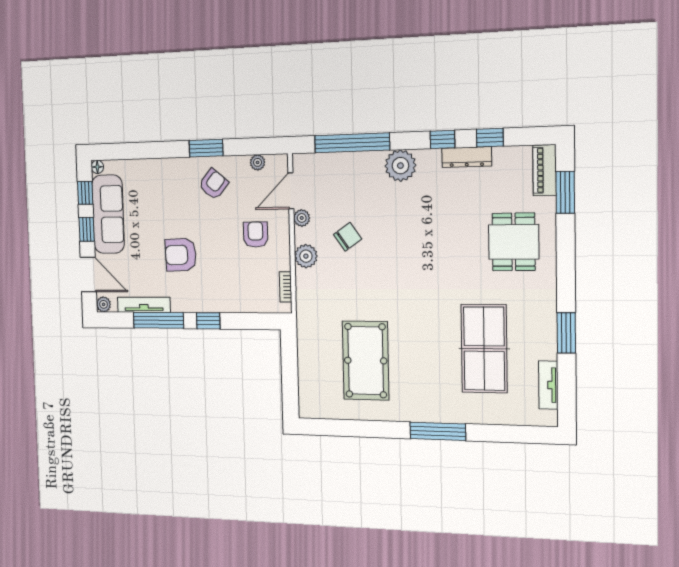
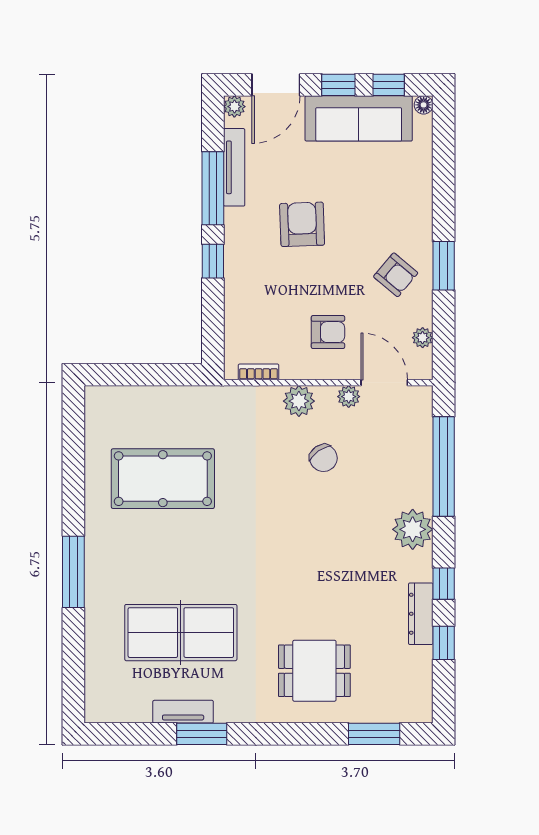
piano: (545, 170) -> (401, 709), removed
tv unit: (548, 385) -> (183, 712), moved

